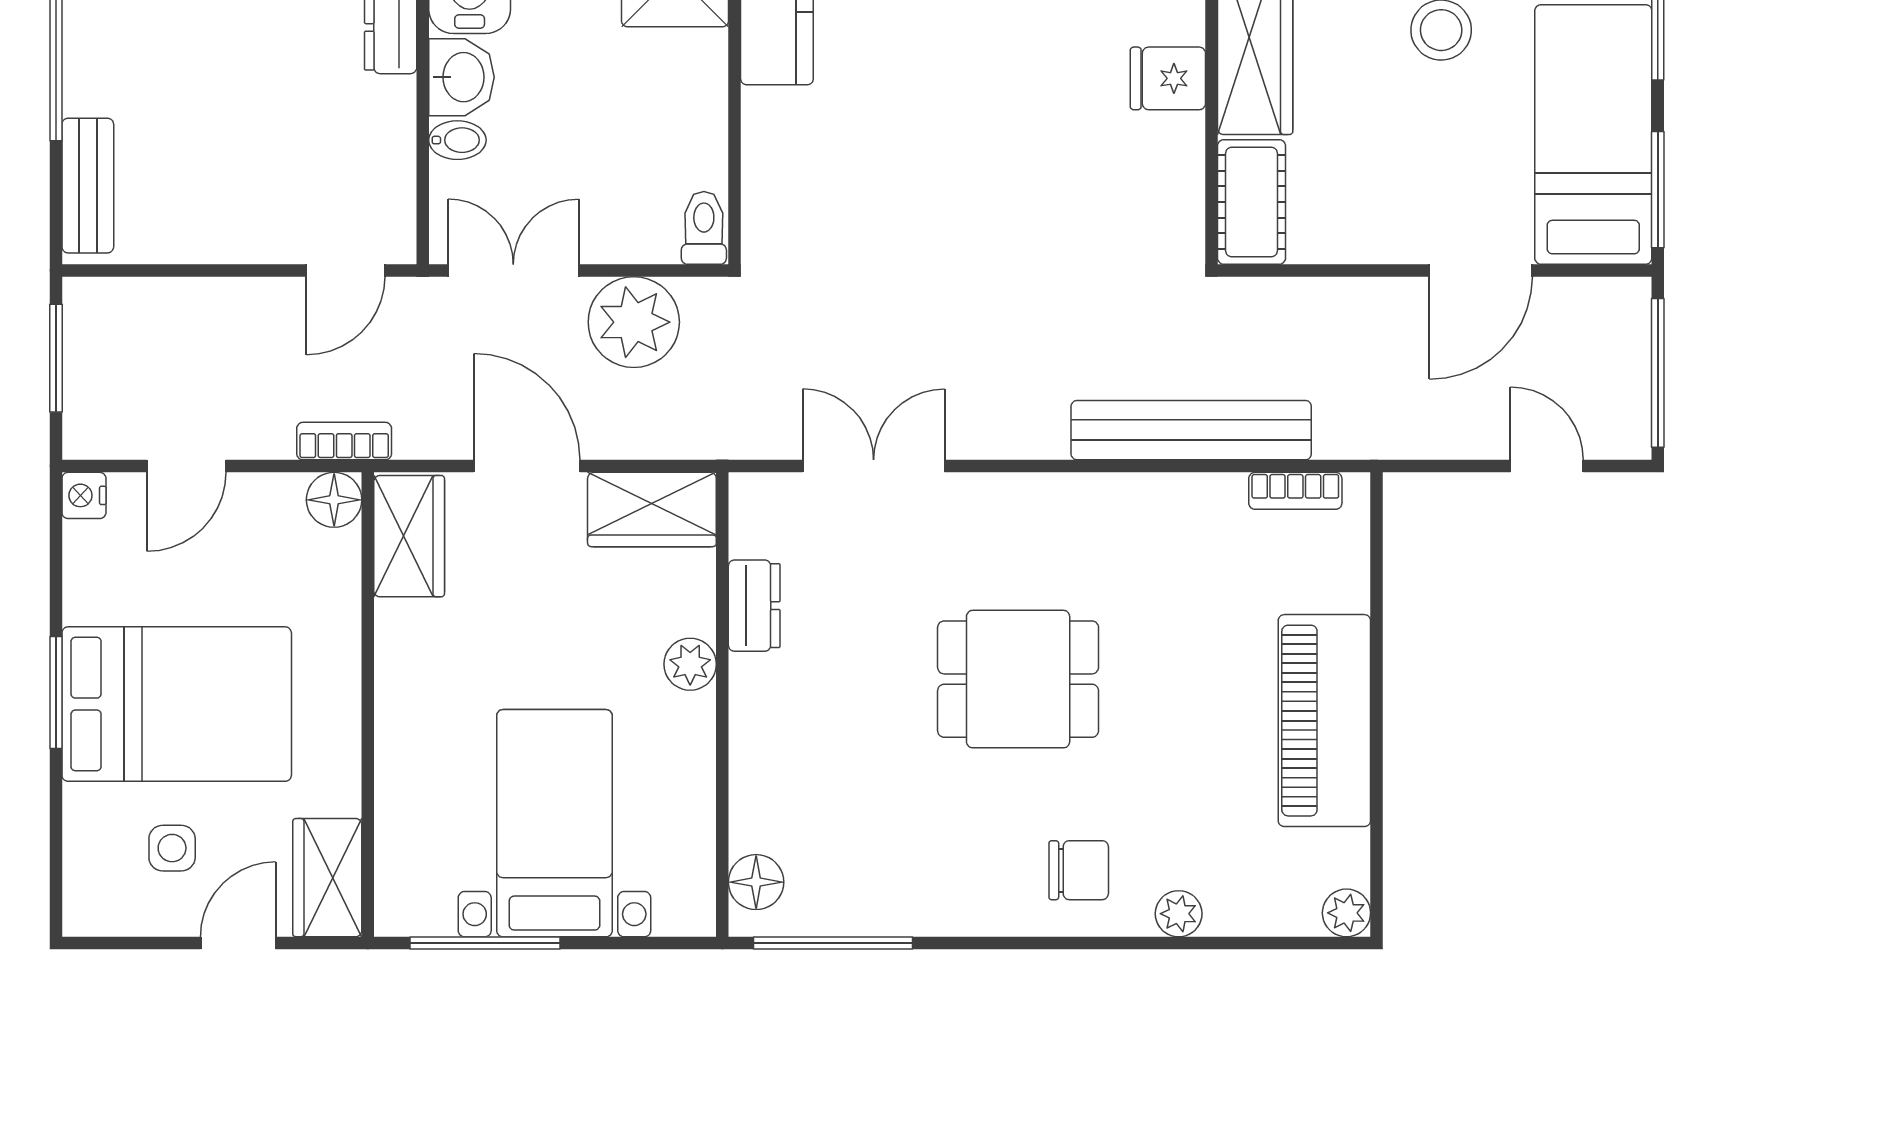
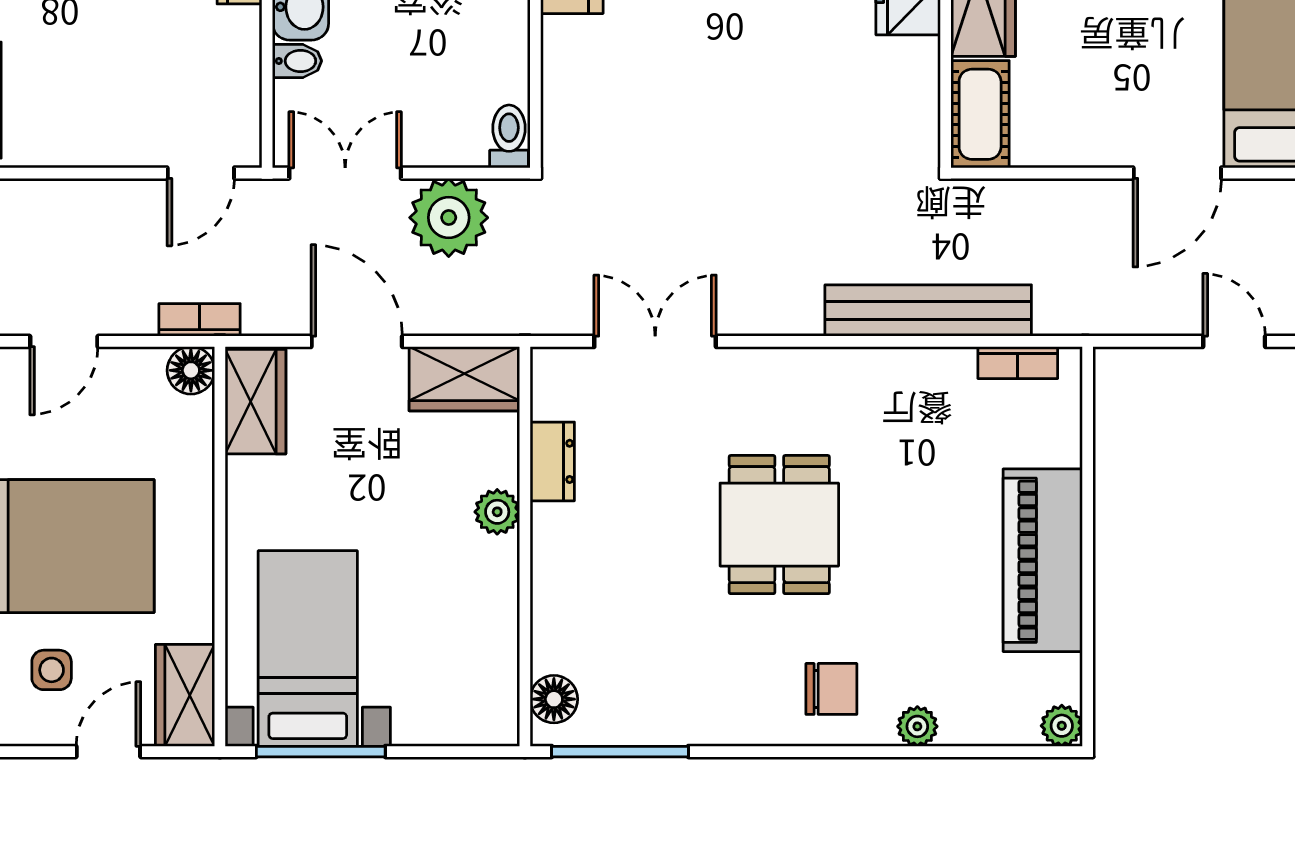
dining table: (1018, 679) -> (779, 525), turned 90
bed with nightstands: (554, 823) -> (308, 649), moved

